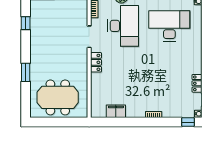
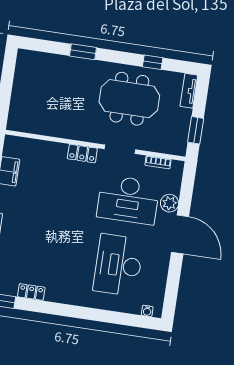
desk: (169, 26) -> (118, 265), turned 180
meeting table: (58, 97) -> (129, 99), moved, turned 90

